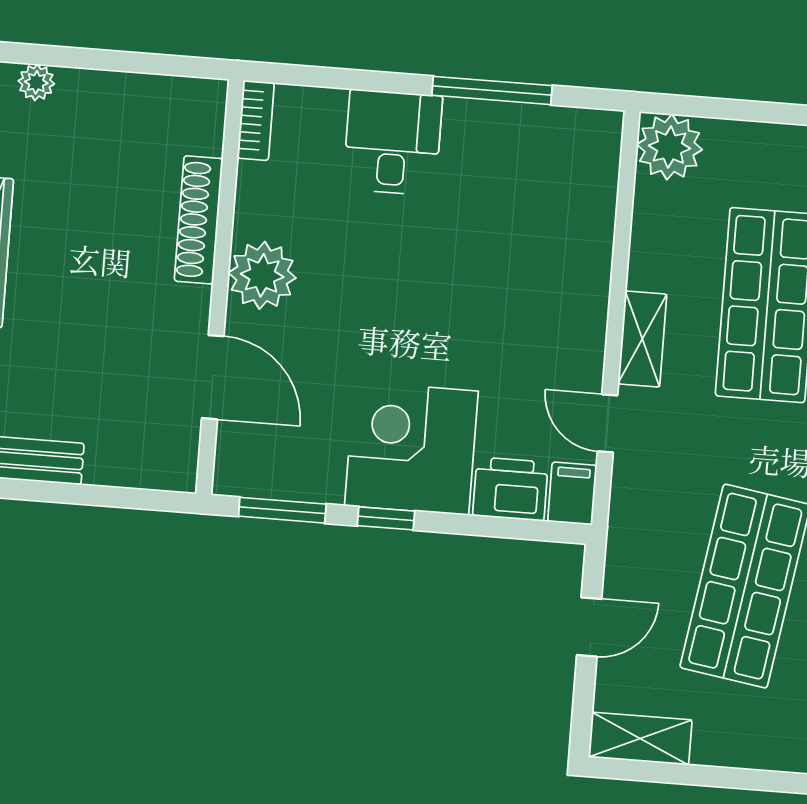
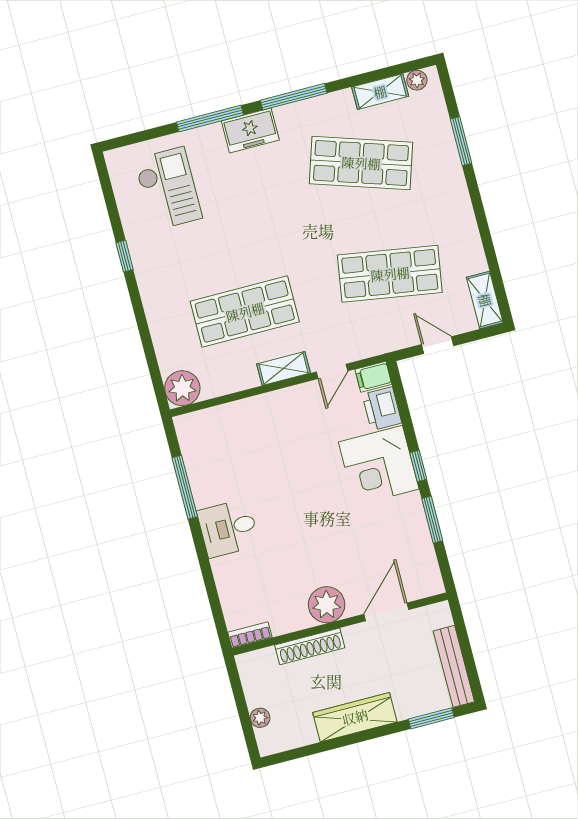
bookcase: (256, 120) -> (250, 635), moved
shoe rack: (199, 220) -> (310, 646), moved
plant: (262, 275) -> (327, 605), moved
wall: (220, 287) -> (340, 624), moved
door: (213, 377) -> (386, 612), moved

